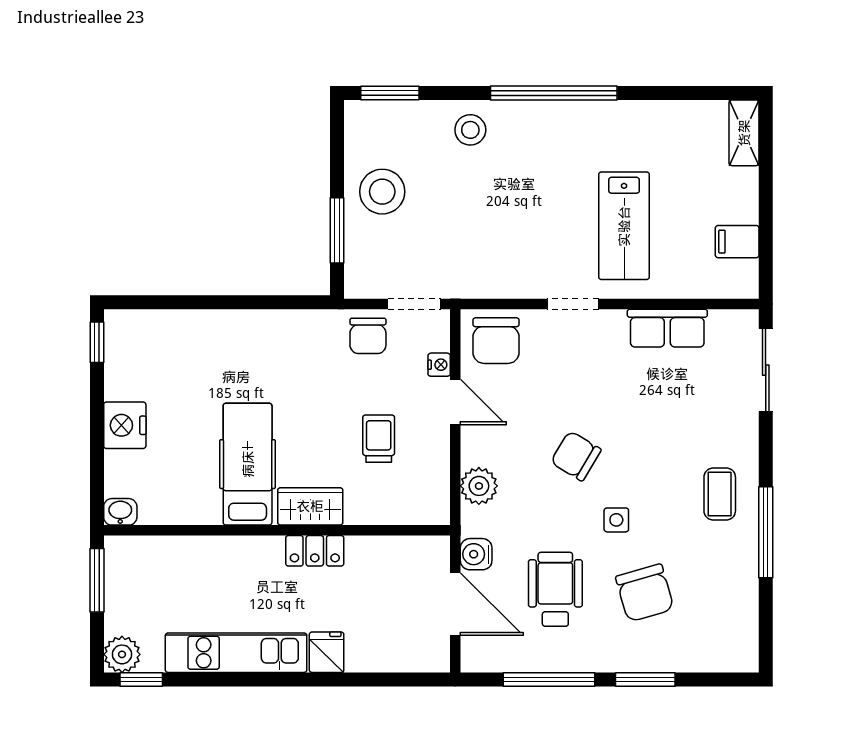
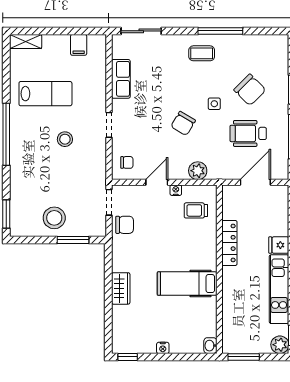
stool: (470, 130) -> (65, 139), moved
lab bench: (624, 226) -> (45, 94), moved
chair: (496, 341) -> (127, 162), width x0.54, depth x0.54
nightstand: (439, 365) -> (176, 190), moved
nightstand: (125, 425) -> (163, 348), width x0.53, depth x0.56
trolley: (379, 439) -> (196, 210), moved
wardrobe: (310, 506) -> (121, 288), moved, turned 180
locker: (315, 551) -> (229, 243), width x1.53
water cooler: (476, 554) -> (231, 172), removed
chair: (645, 593) -> (250, 90), turned 61

